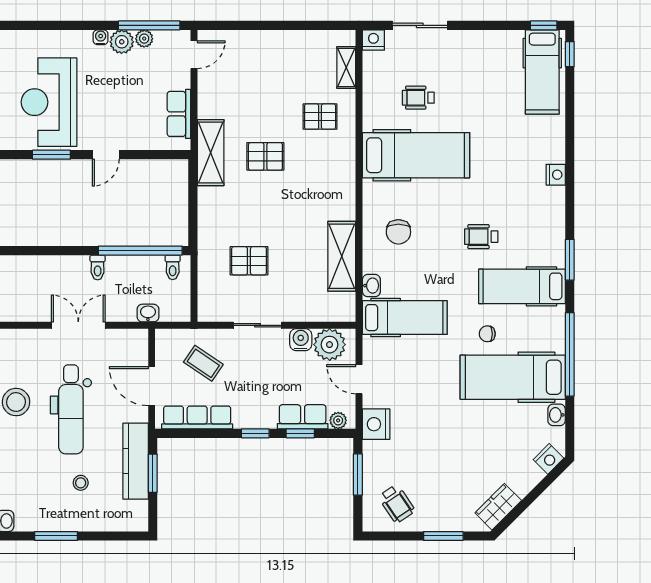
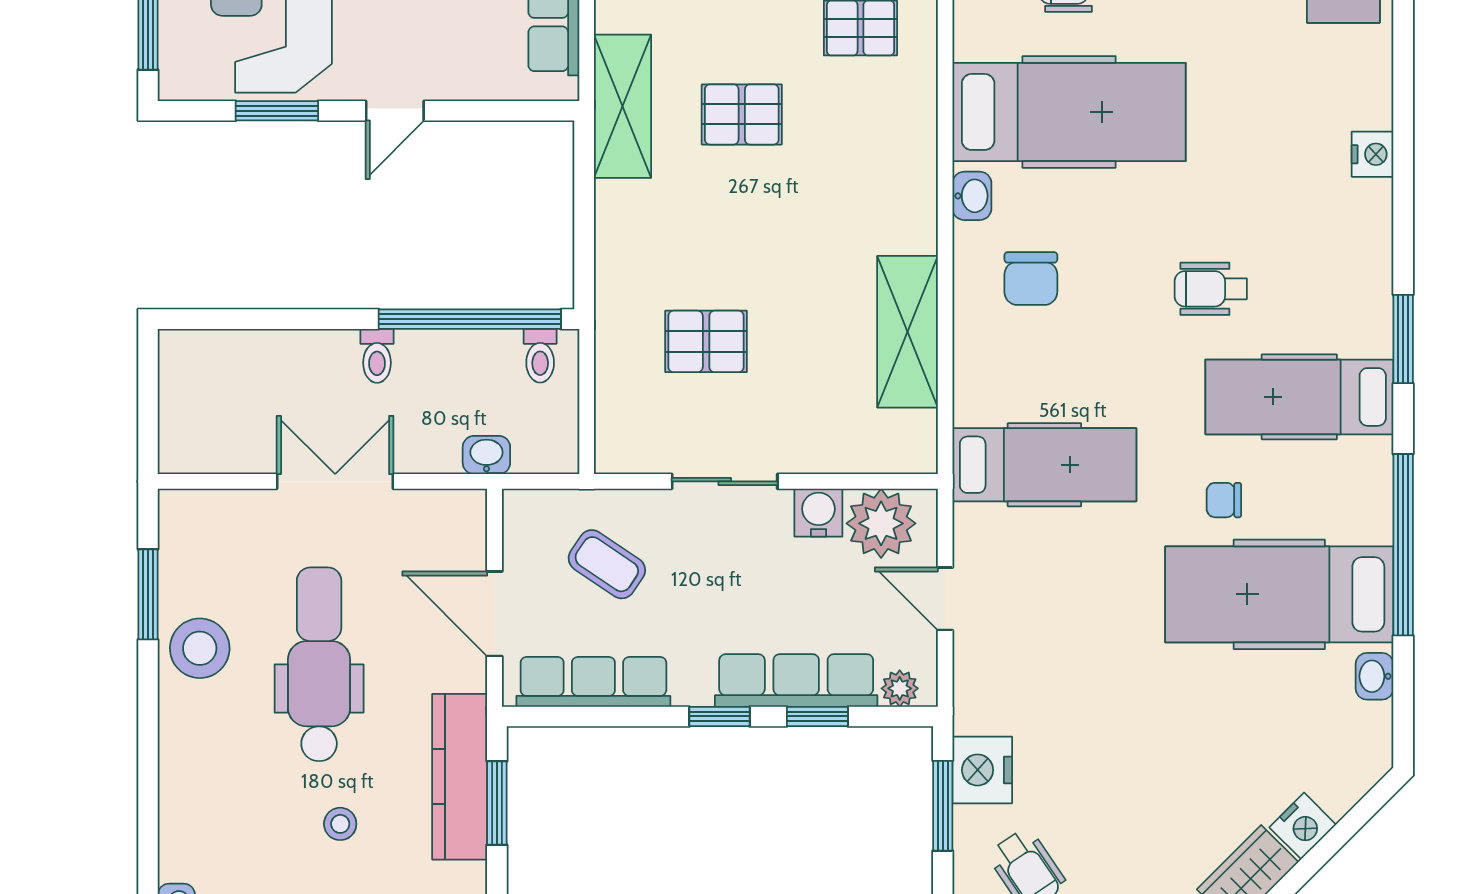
washbasin: (371, 286) -> (972, 196), moved
dental chair: (71, 409) -> (319, 664), turned 180
row of seats: (303, 417) -> (796, 680), width x1.48
nightstand: (376, 424) -> (982, 770), moved
nightstand: (548, 459) -> (1303, 826), moved

